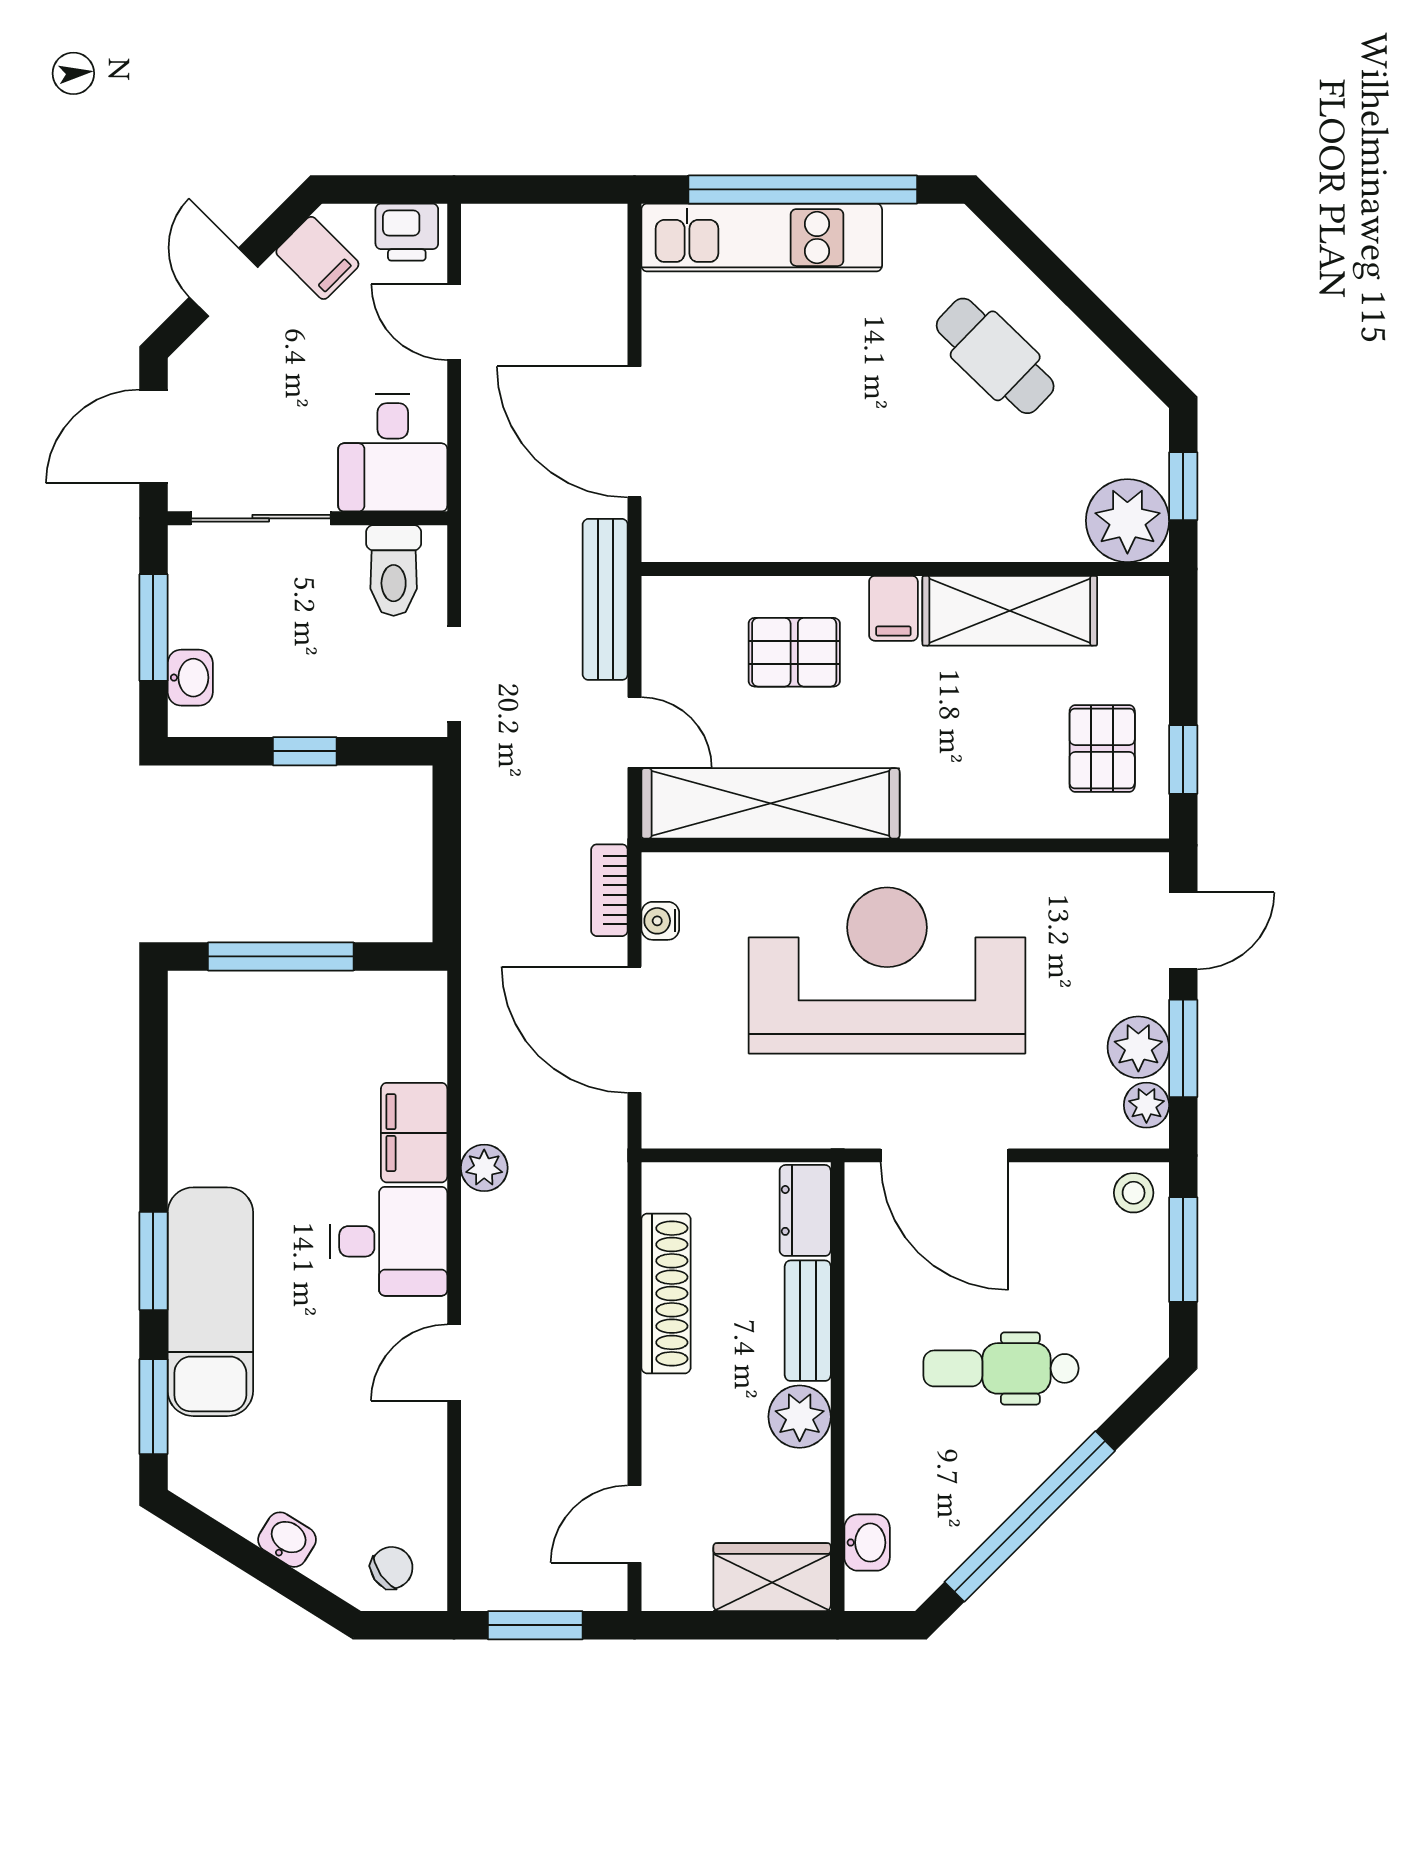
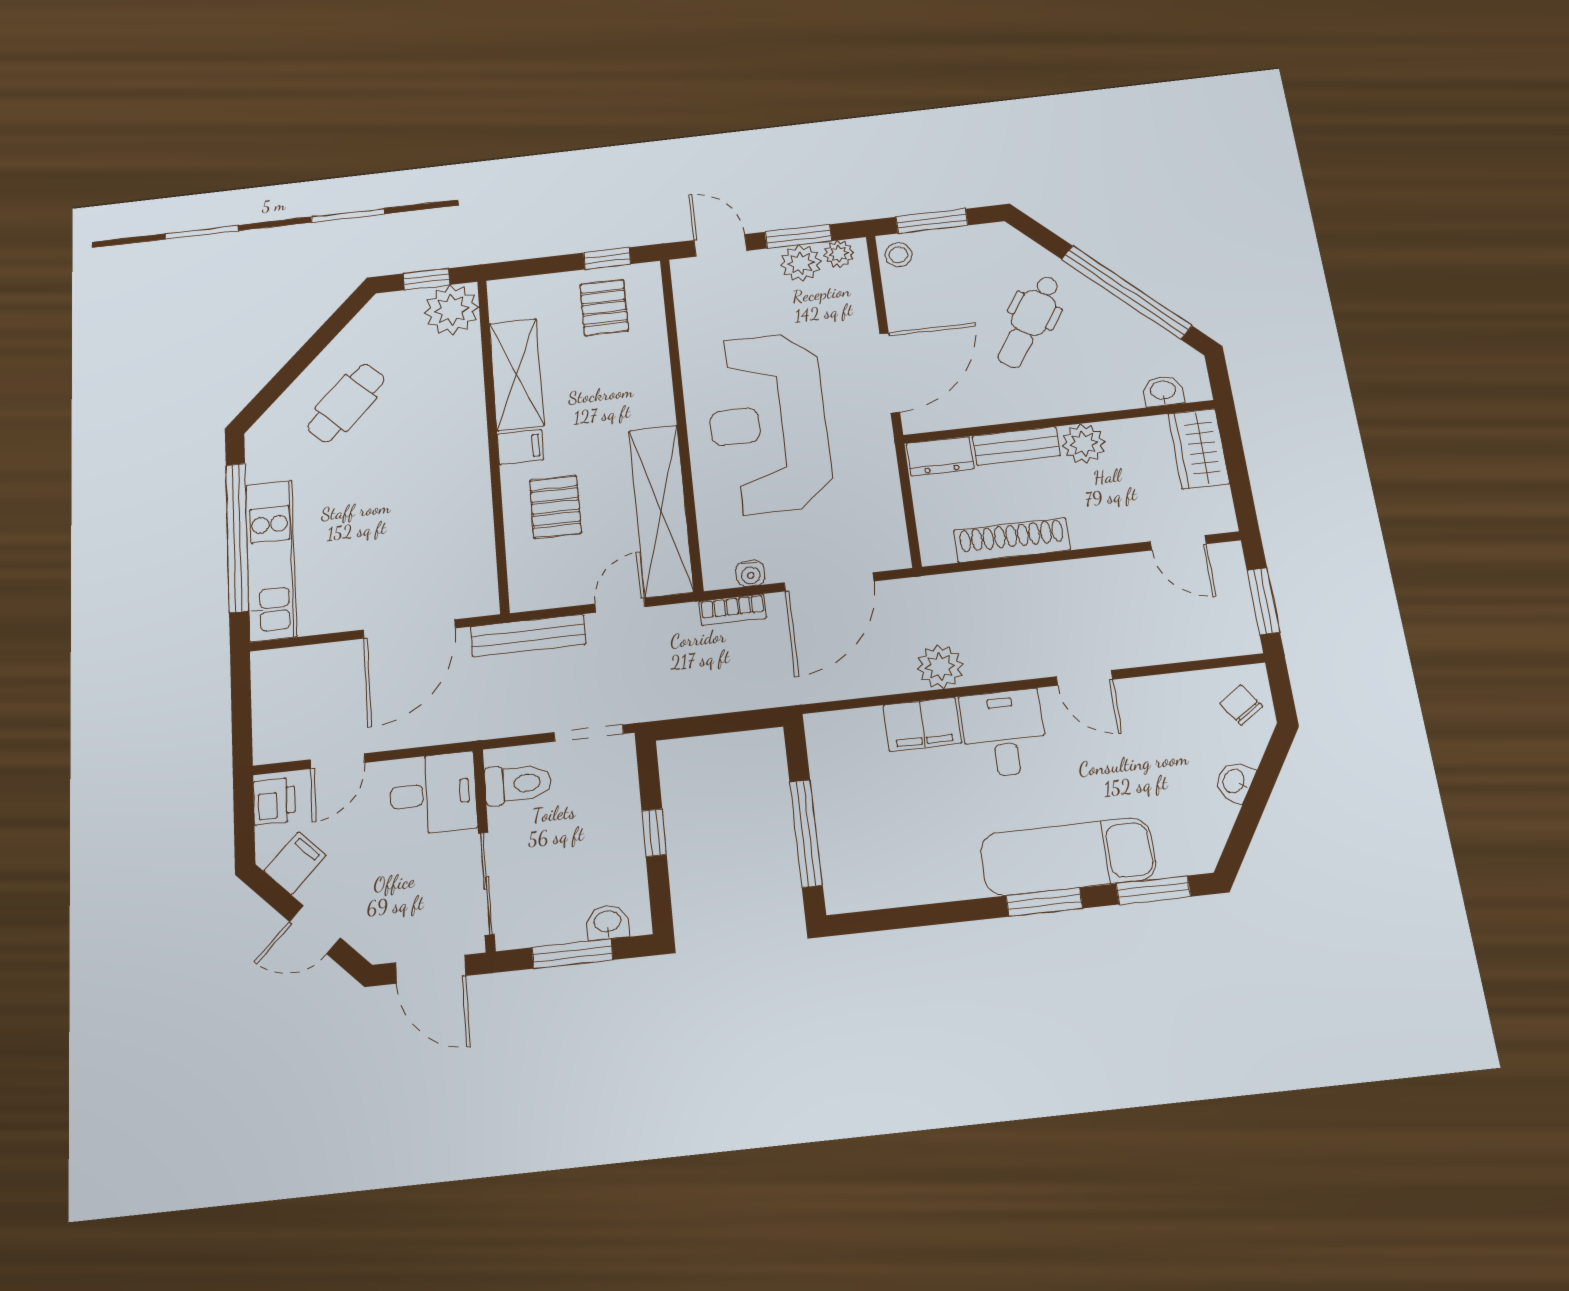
pallet: (1102, 748) -> (604, 308), turned 90
plant: (484, 1168) -> (940, 667), width x1.38, depth x1.38
dental chair: (1001, 1368) -> (1029, 321), turned 33

